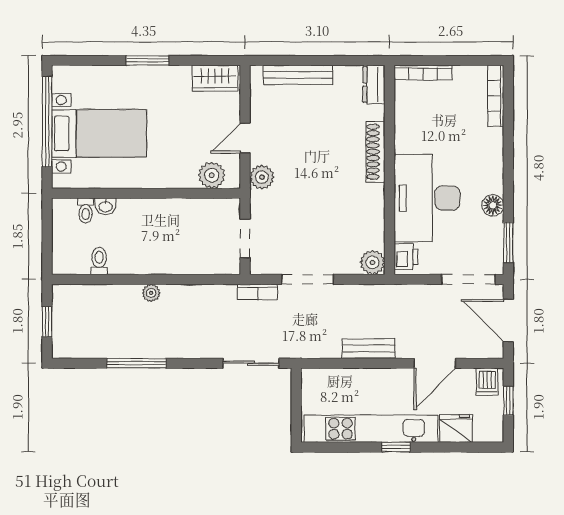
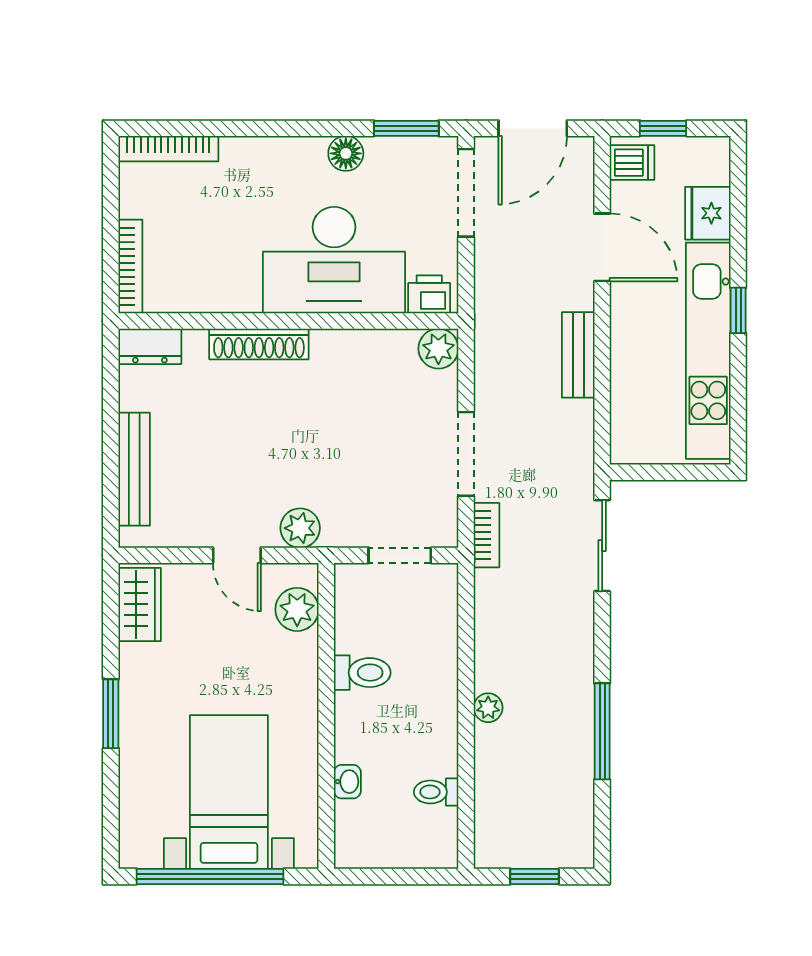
toilet: (86, 211) -> (362, 673), moved, width x1.37, depth x1.39

